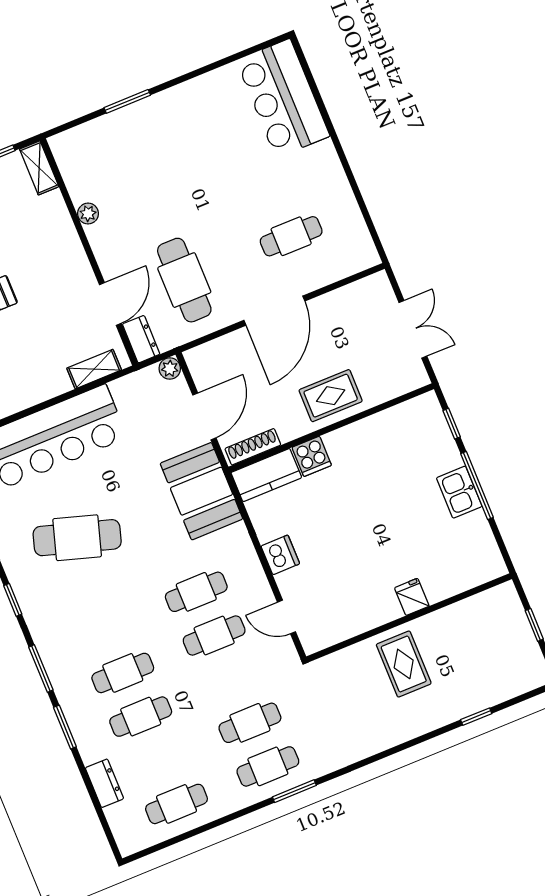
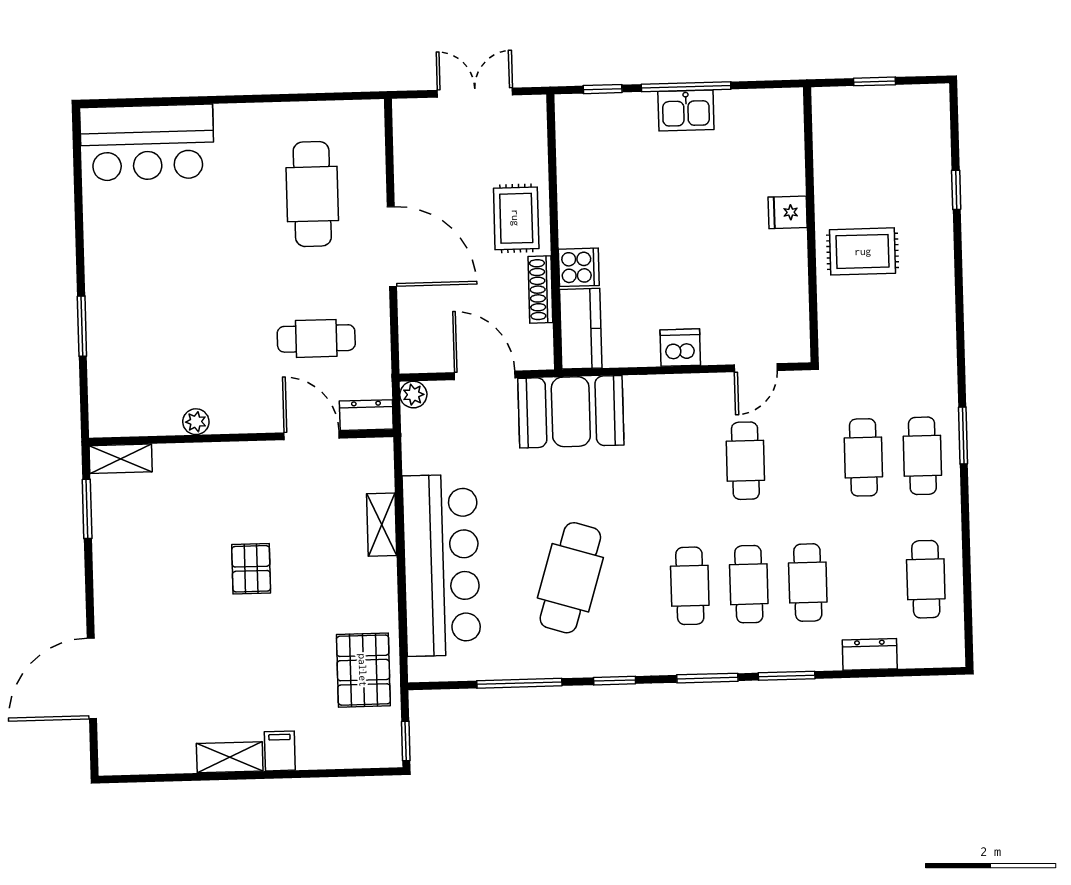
cafe table: (291, 236) -> (312, 194), width x1.37, depth x1.35
cafe table: (184, 280) -> (316, 338), width x0.73, depth x0.74
shelving: (94, 369) -> (382, 525), moved
shoe rack: (253, 447) -> (540, 290), moved
cafe table: (196, 592) -> (690, 586), moved

